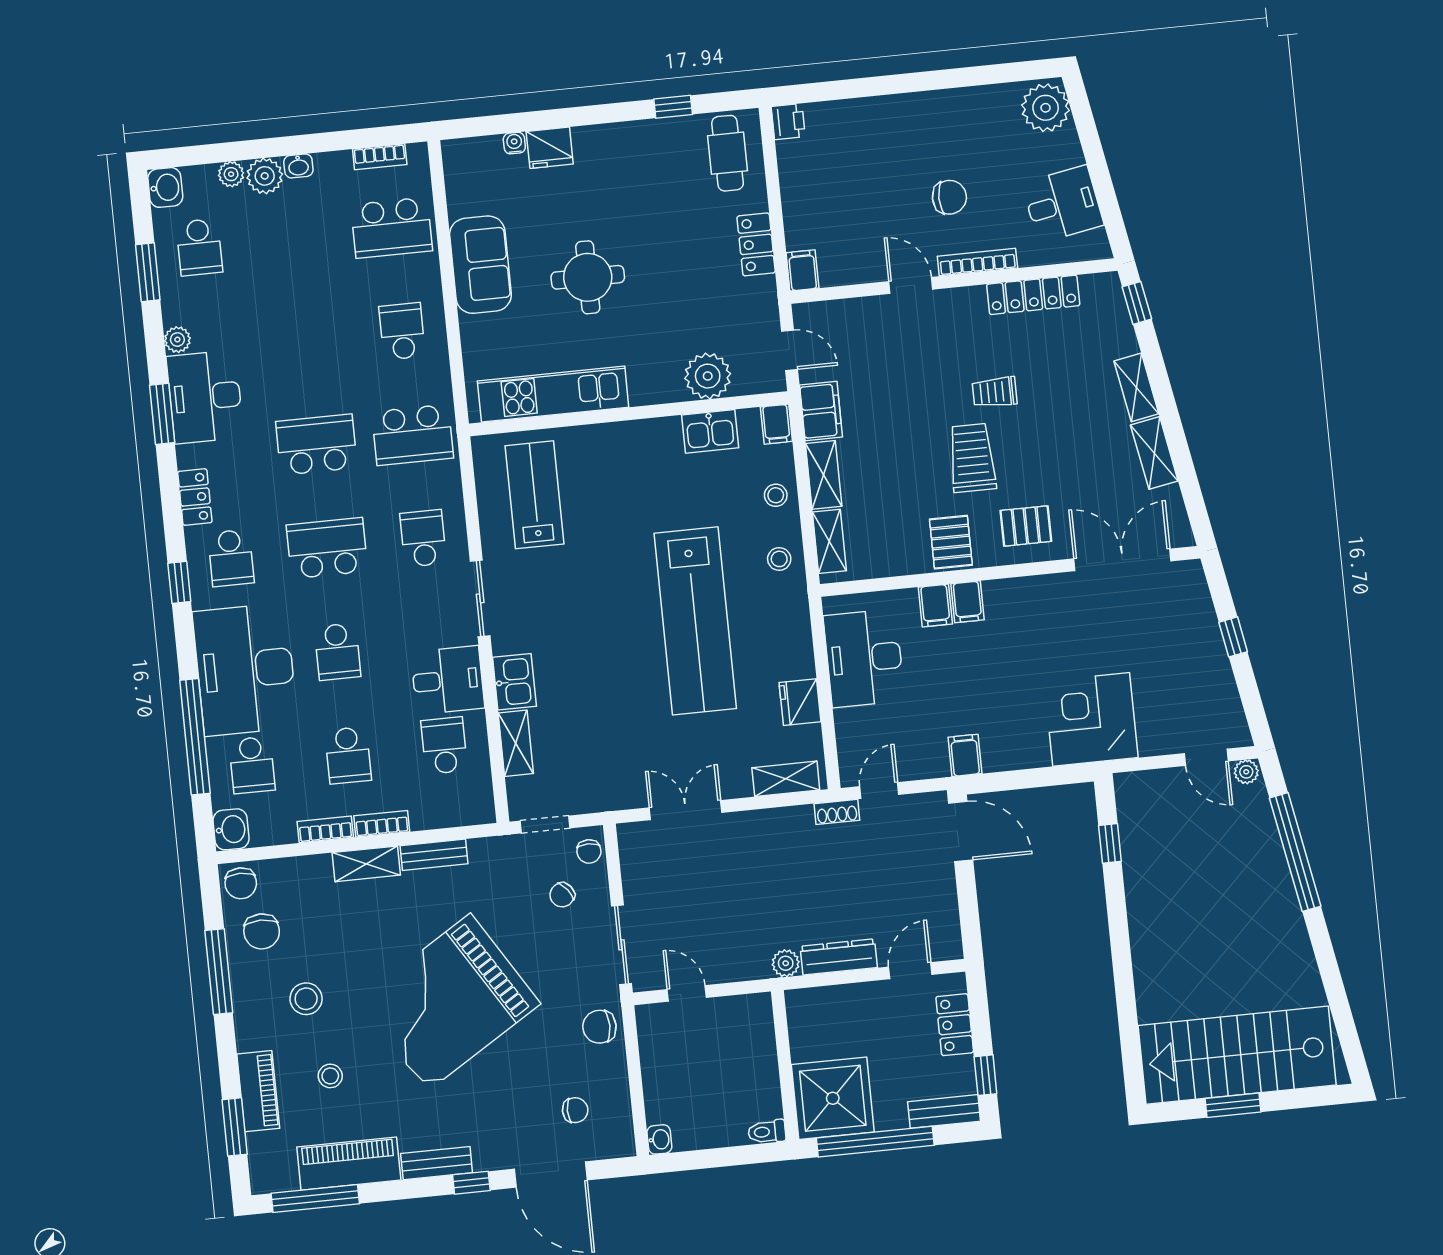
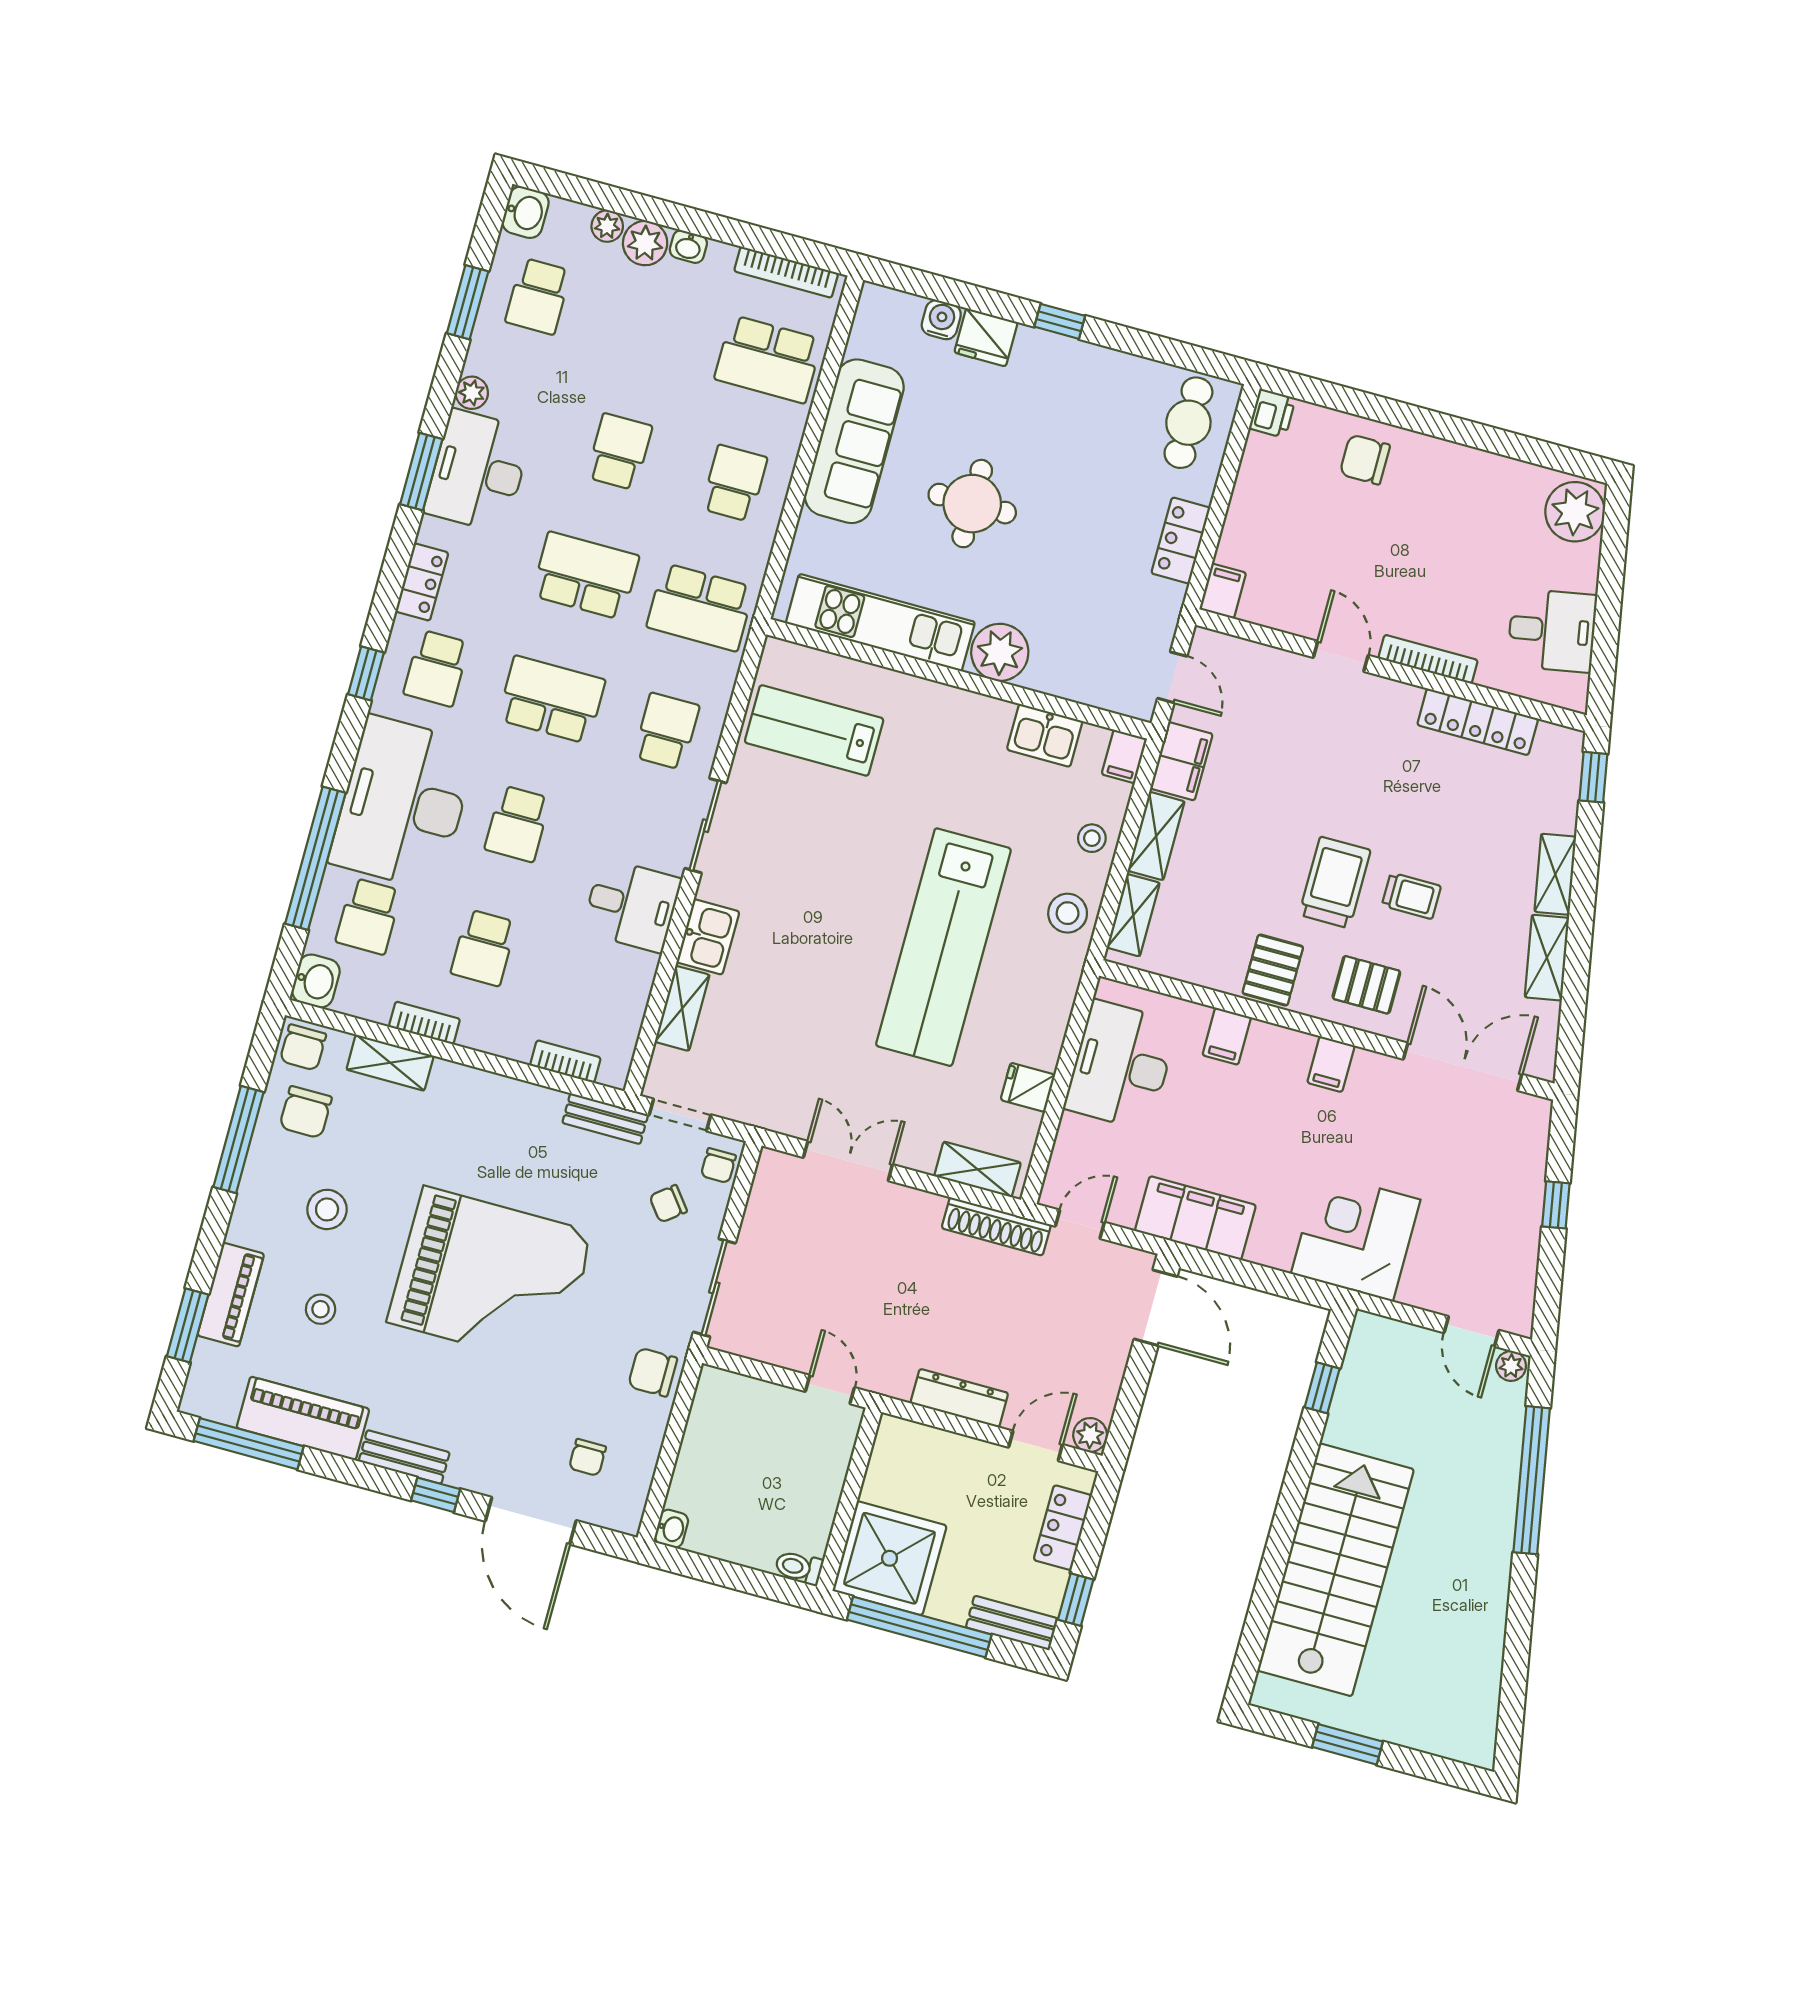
window: (673, 107) -> (1060, 321), moved
water cooler: (514, 143) -> (941, 320), width x1.38, depth x1.38
bookcase: (380, 157) -> (786, 272), width x1.56
chair: (949, 197) -> (1365, 460), moved, turned 180
sofa: (480, 265) -> (854, 441), width x1.36
plant: (708, 376) -> (1000, 652), moved
trolley: (995, 392) -> (1411, 896), moved, turned 180
lab bench: (534, 495) -> (814, 730), turned -90
stool: (779, 559) -> (1068, 913), width x1.37, depth x1.37
filing cabinet: (968, 602) -> (1331, 1064), moved
fridge: (800, 702) -> (1028, 1087), width x0.72
school desk: (444, 746) -> (619, 452), moved
filing cabinet: (965, 755) -> (1195, 1218), width x3.00, depth x1.17
shoe rack: (837, 812) -> (996, 1226), width x1.94, depth x1.24
bookcase: (382, 824) -> (565, 1062), moved
bench: (434, 855) -> (605, 1119), moved
shelving: (366, 864) -> (390, 1063), moved
plant: (786, 963) -> (1090, 1435), moved
door: (687, 993) -> (830, 1390), moved
grand piano: (449, 1002) -> (490, 1277), turned -148
stairs: (1237, 1055) -> (1336, 1570), moved, turned 90
chair: (575, 1110) -> (587, 1457), turned 90

